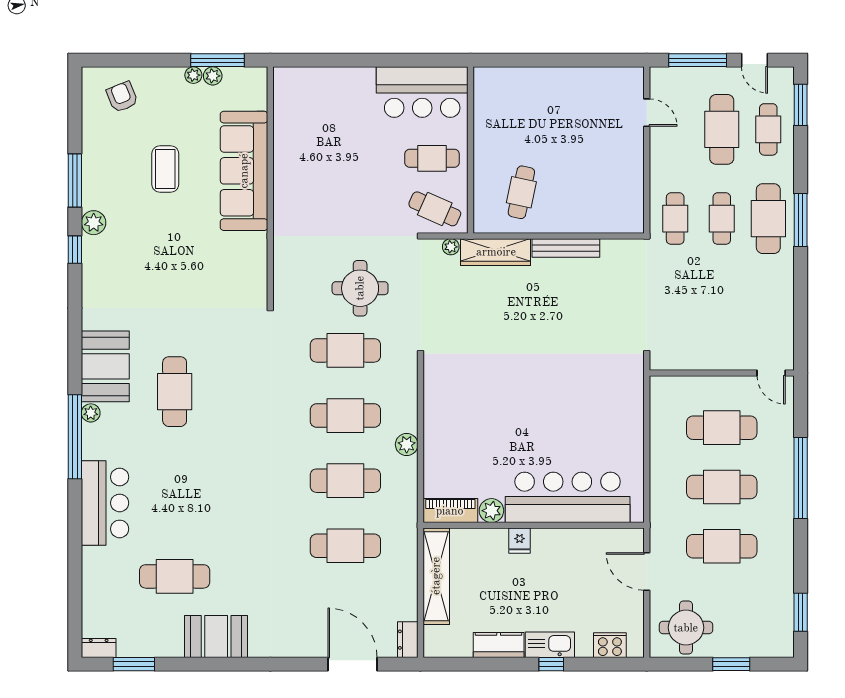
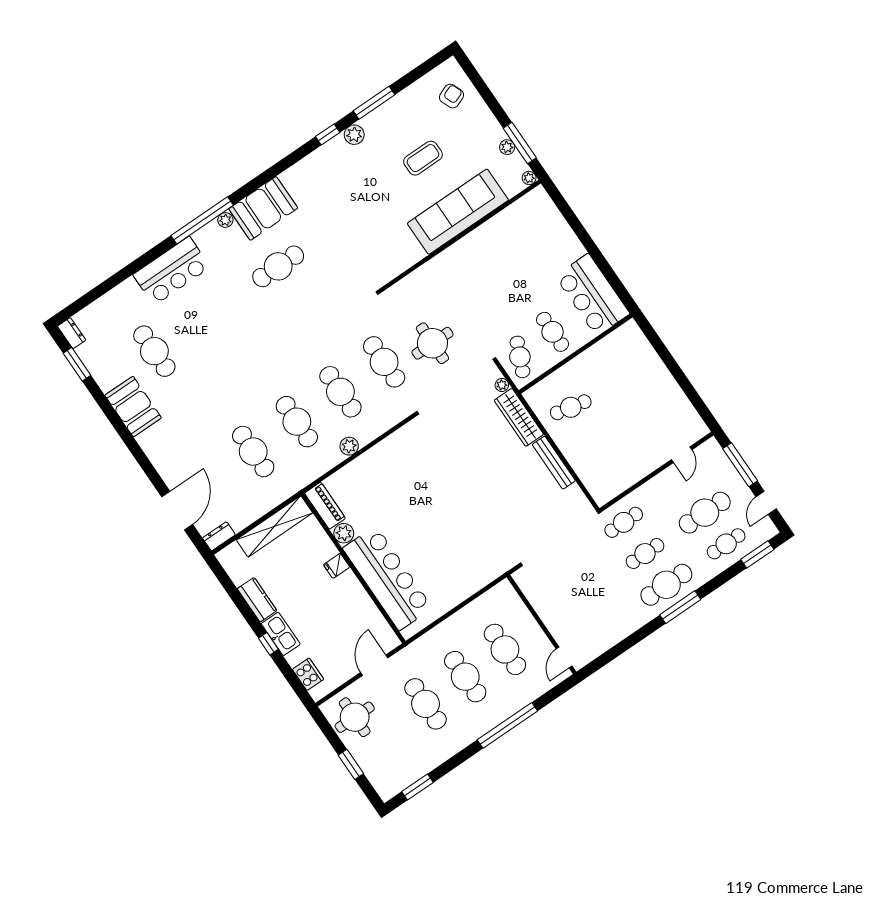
plant: (193, 75) -> (529, 178), moved

